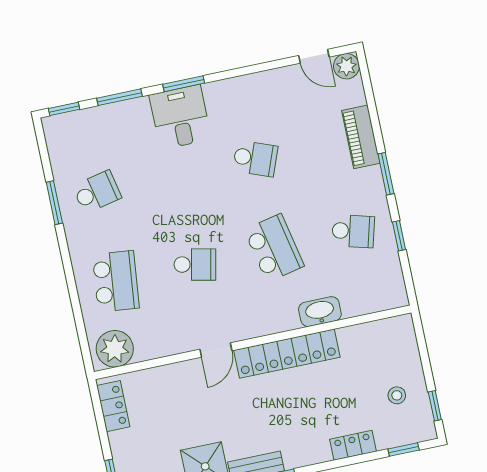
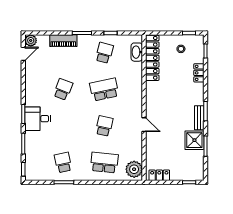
washbasin: (320, 312) -> (137, 52), moved
locker: (287, 354) -> (152, 58), moved

